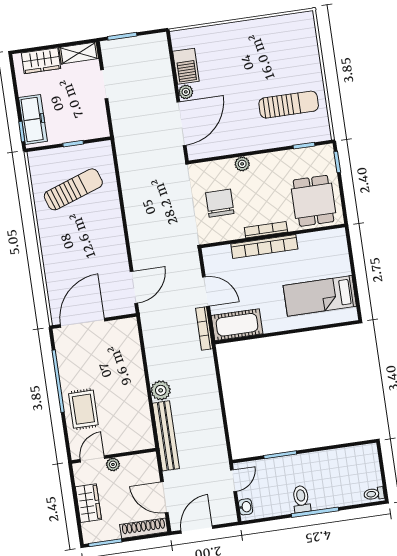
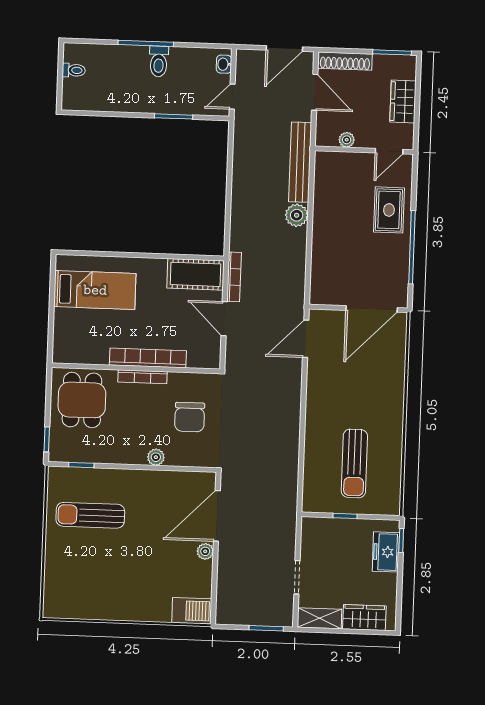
barbecue: (186, 66) -> (192, 611), moved, turned 90
freezer: (33, 119) -> (386, 552), width x0.71
sun lounger: (73, 189) -> (354, 463), turned -71
plant: (113, 464) -> (347, 140), moved
toilet: (374, 494) -> (74, 70), moved

